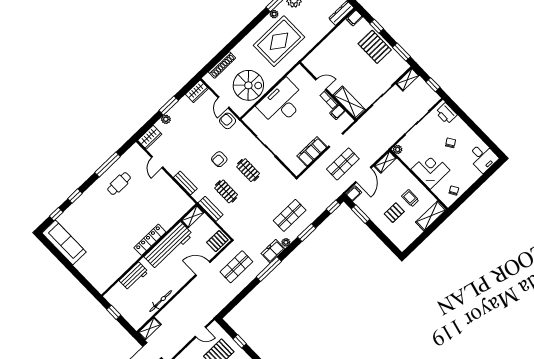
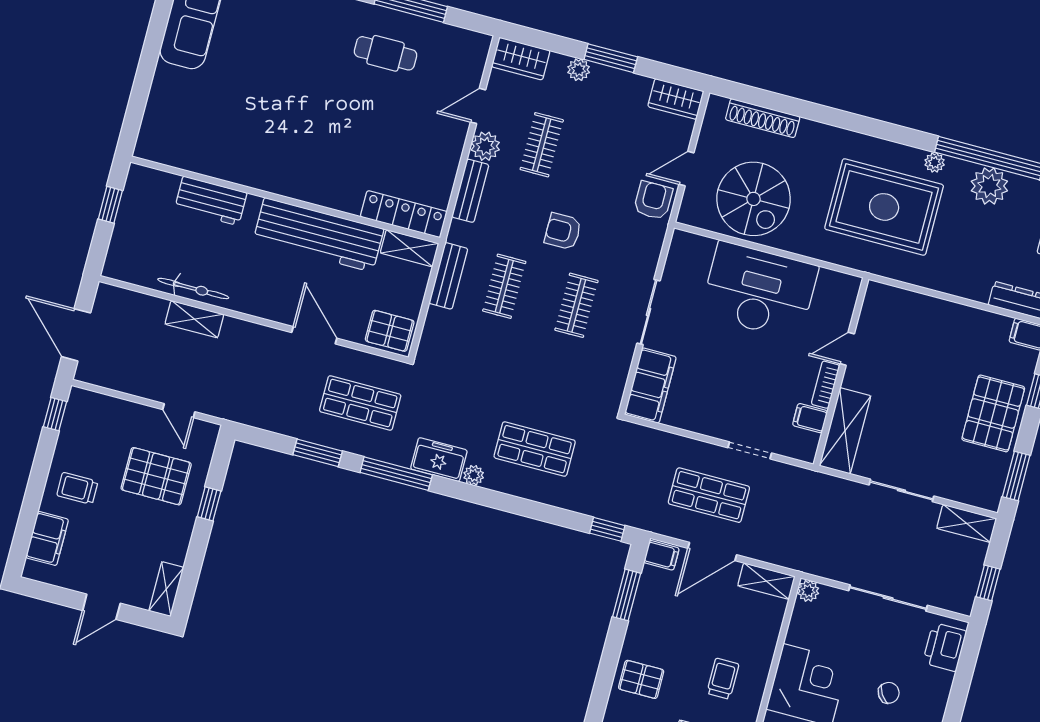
door: (321, 84) -> (847, 349), swing flipped
clothes rail: (184, 148) -> (542, 145), added
filing cabinet: (312, 151) -> (650, 386), moved, turned 90
plant: (173, 168) -> (485, 146), added
pallet: (394, 213) -> (641, 679), moved
window: (307, 233) -> (318, 453), moved
locker: (150, 240) -> (404, 214), moved
shelving: (150, 329) -> (194, 319), moved

